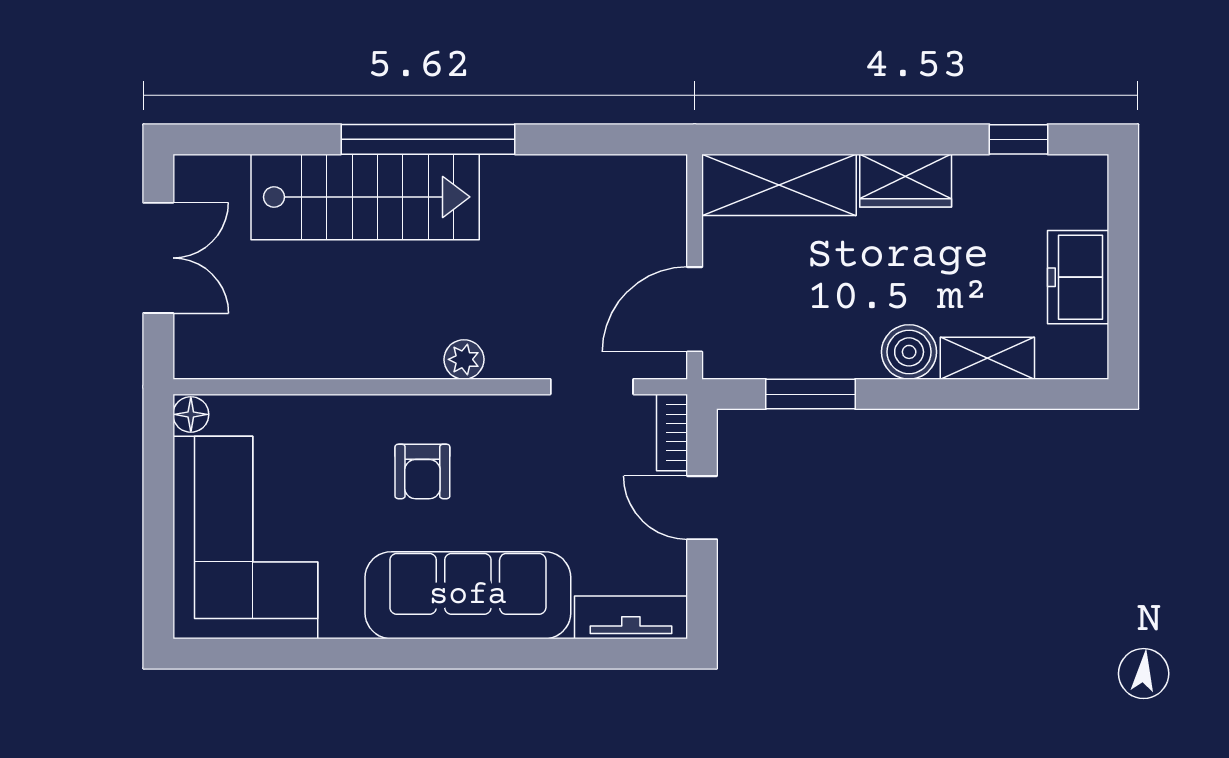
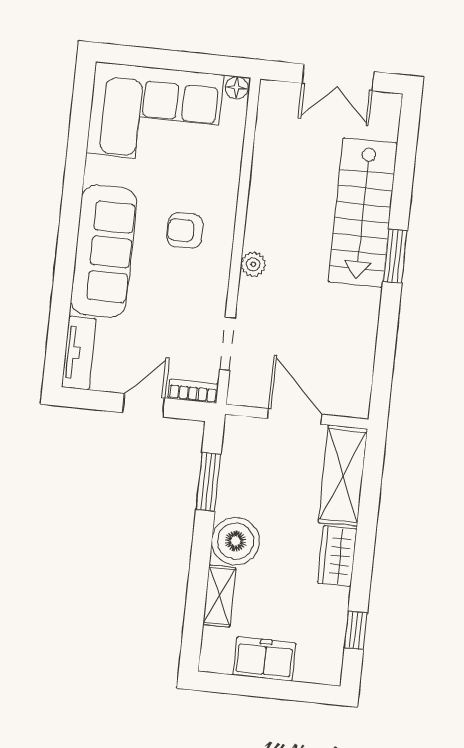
window: (428, 139) -> (395, 256), width x0.47
door: (695, 309) -> (295, 416), moved
boiler: (909, 352) -> (235, 541), width x1.37, depth x1.37

